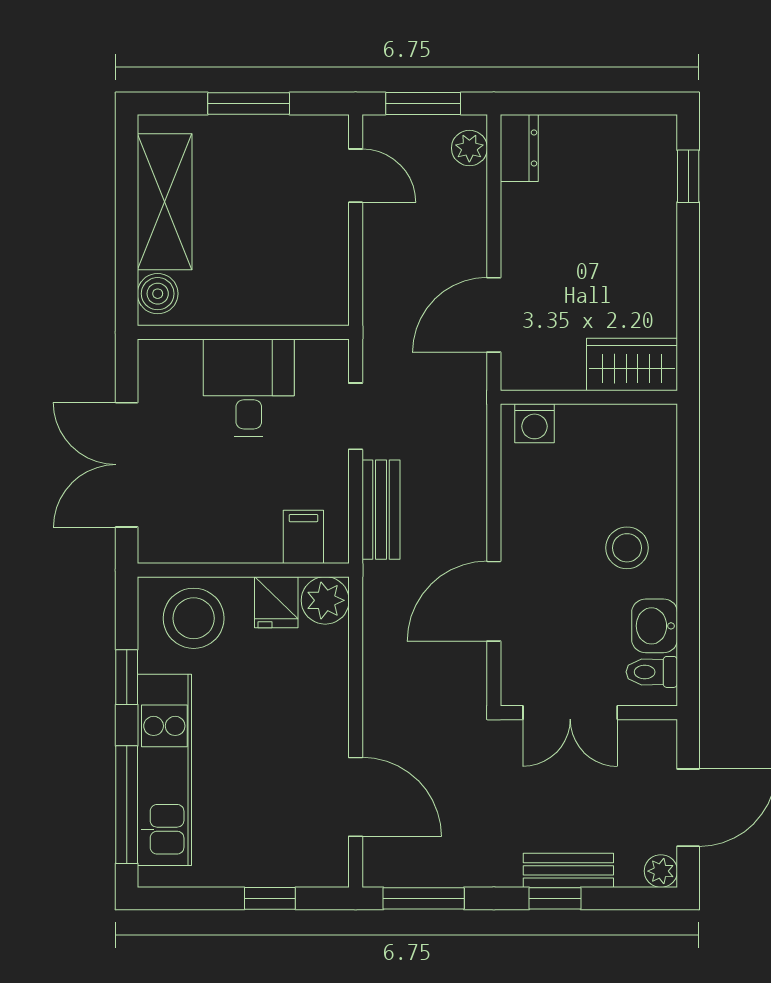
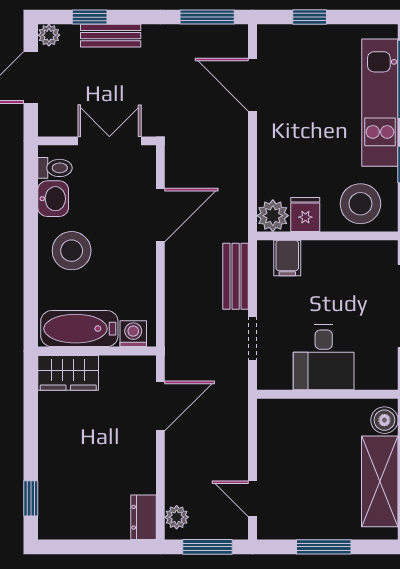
bathtub: (615, 431) -> (79, 329), added
stool: (627, 548) -> (72, 251), width x1.38, depth x1.38
window: (555, 898) -> (90, 17), moved

